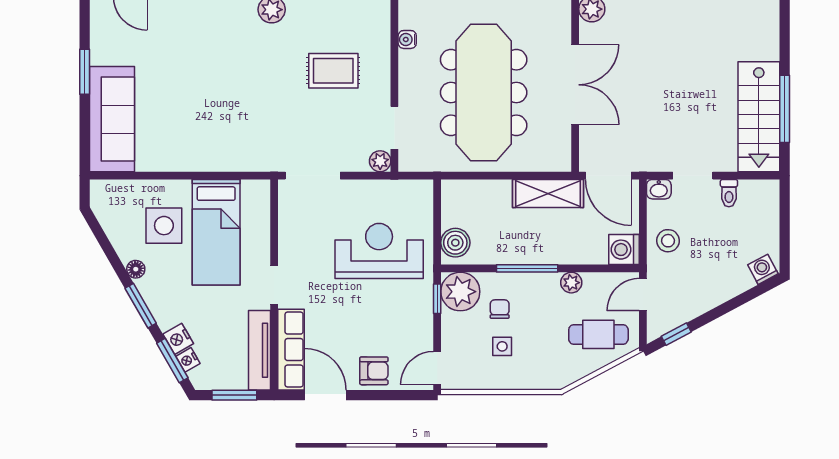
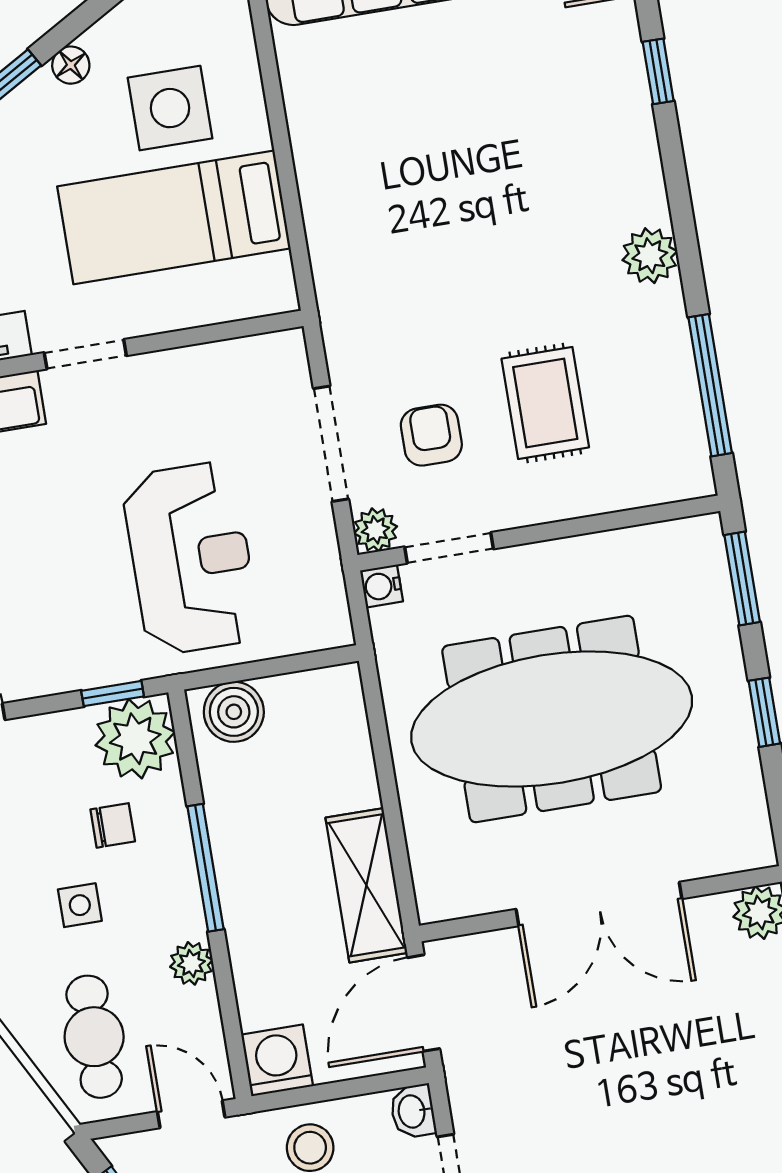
water cooler: (407, 39) -> (381, 586), moved, turned -90
armchair: (340, 127) -> (431, 435), added
doorway: (313, 176) -> (331, 444), moved
side table: (502, 346) -> (80, 905), moved

